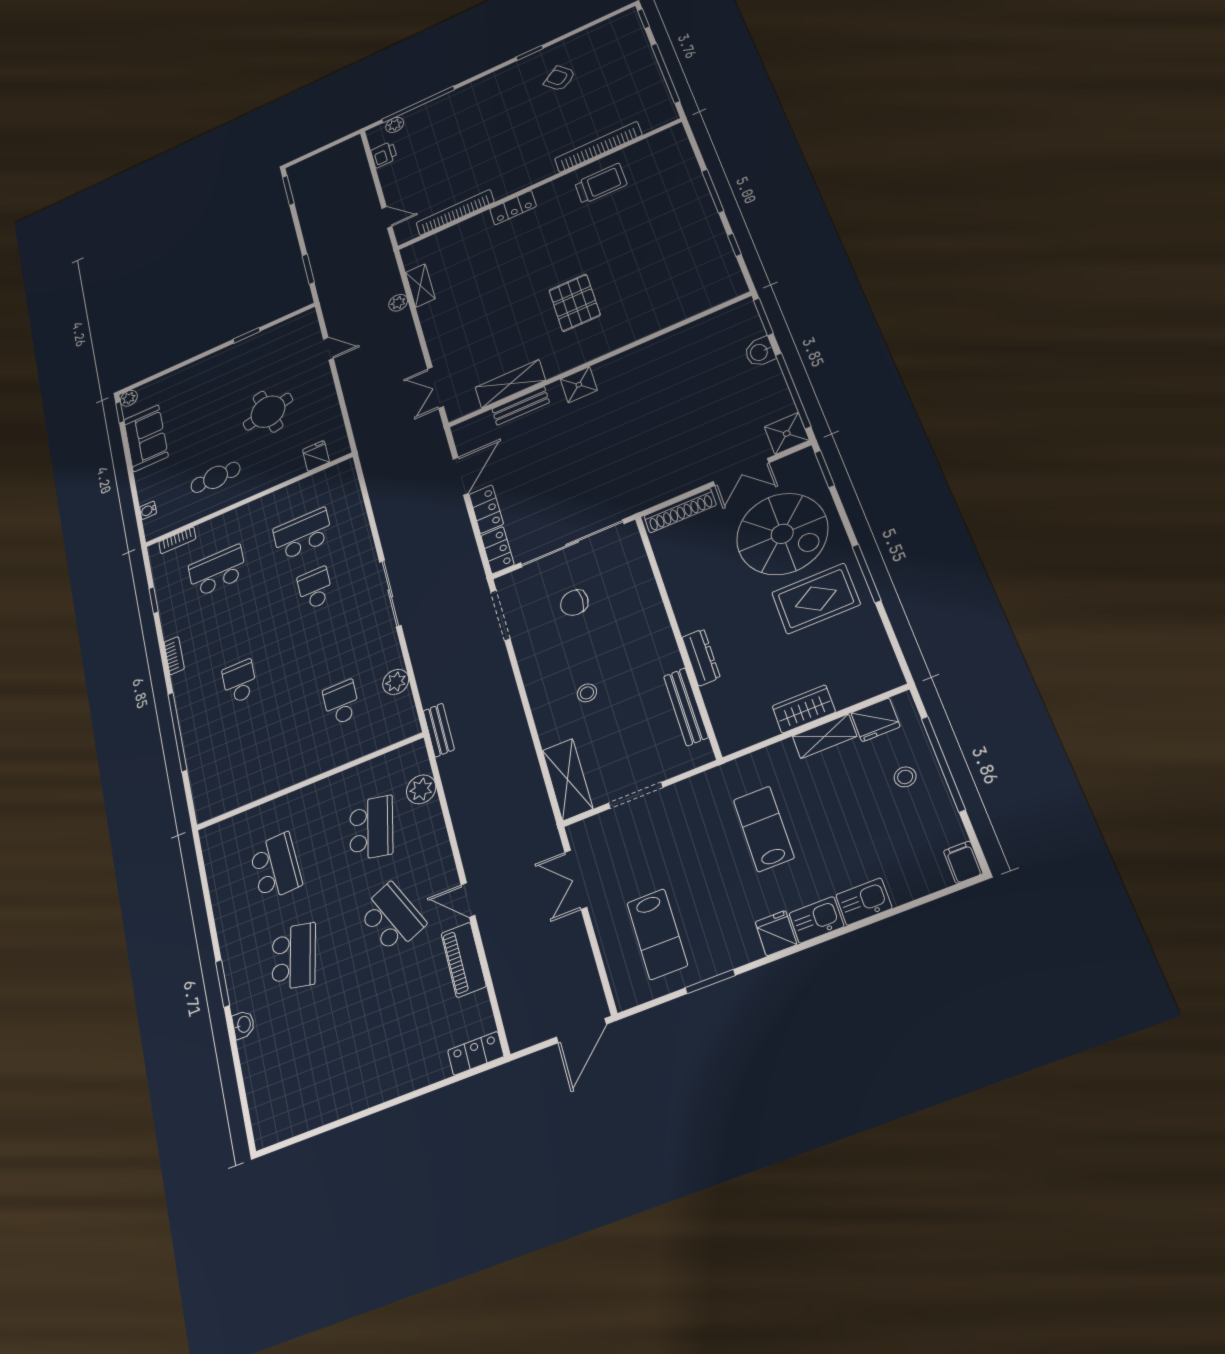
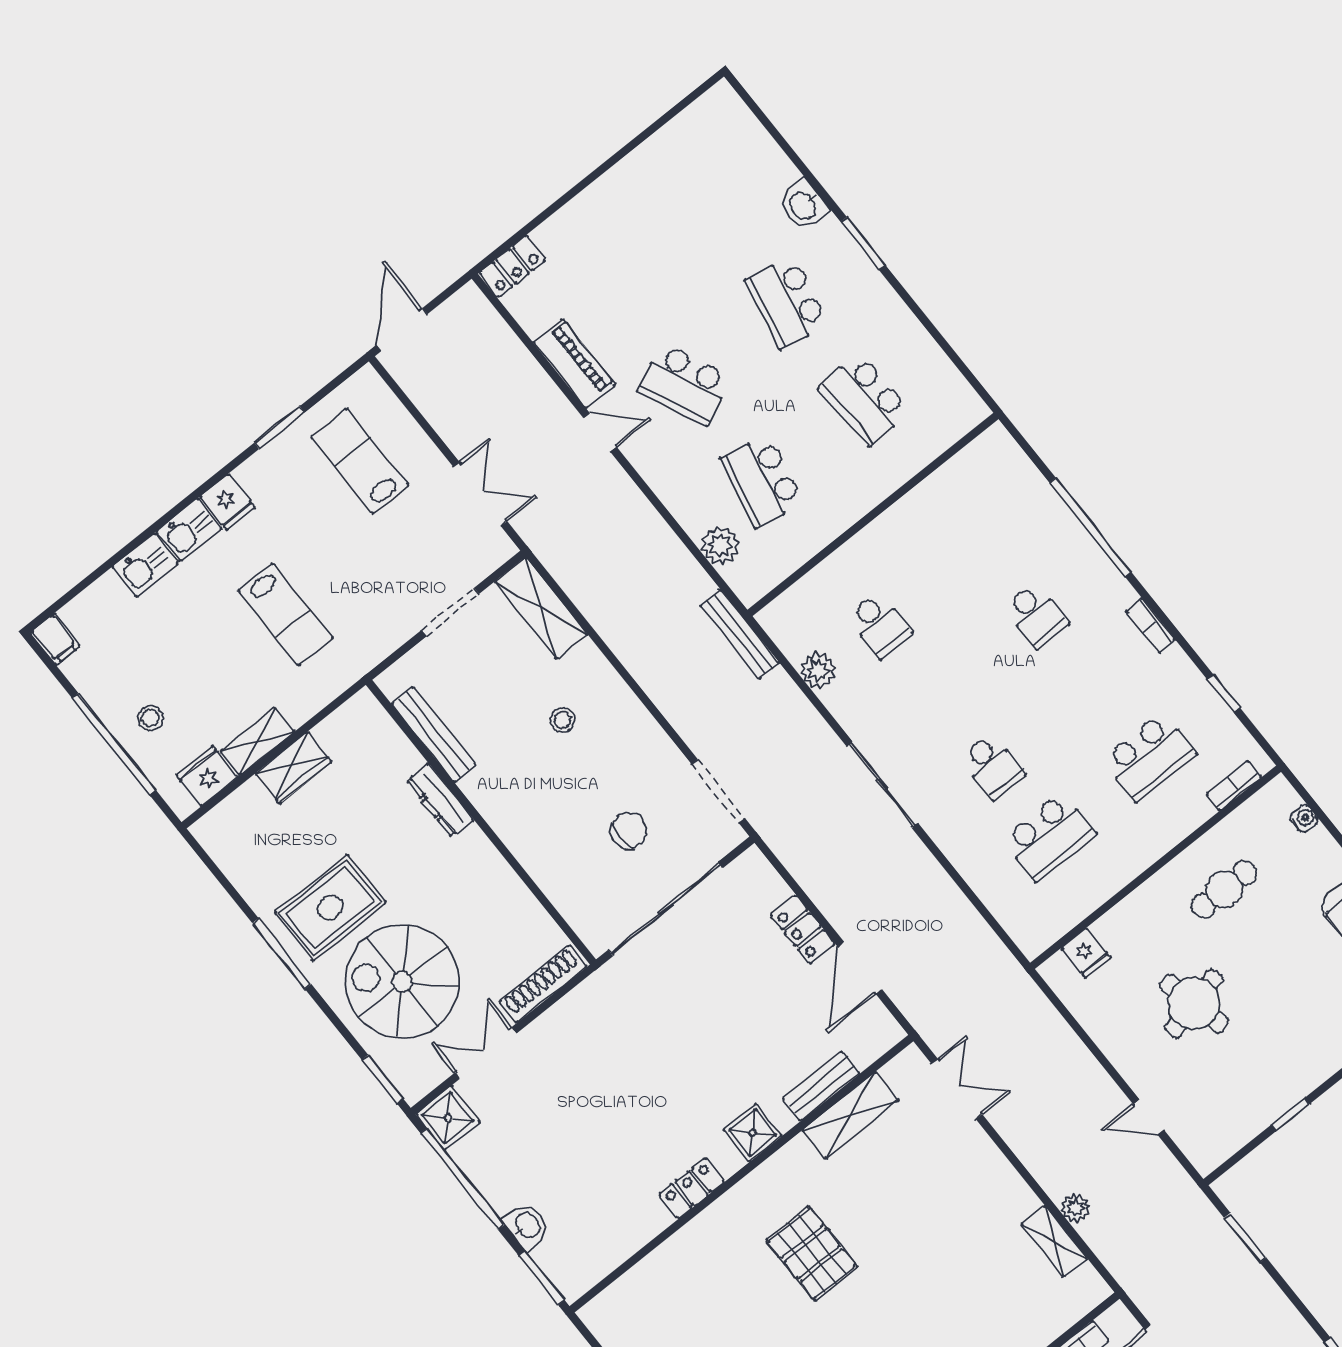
locker: (498, 550) -> (692, 1188), moved, turned 90
bench: (439, 730) -> (740, 634), width x1.36
washbasin: (243, 1025) -> (803, 205), width x1.38, depth x1.45

